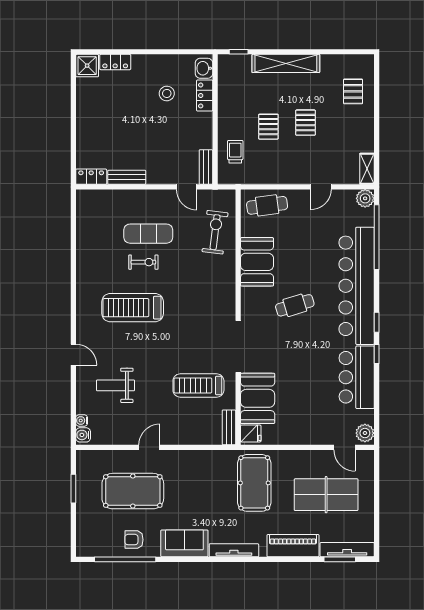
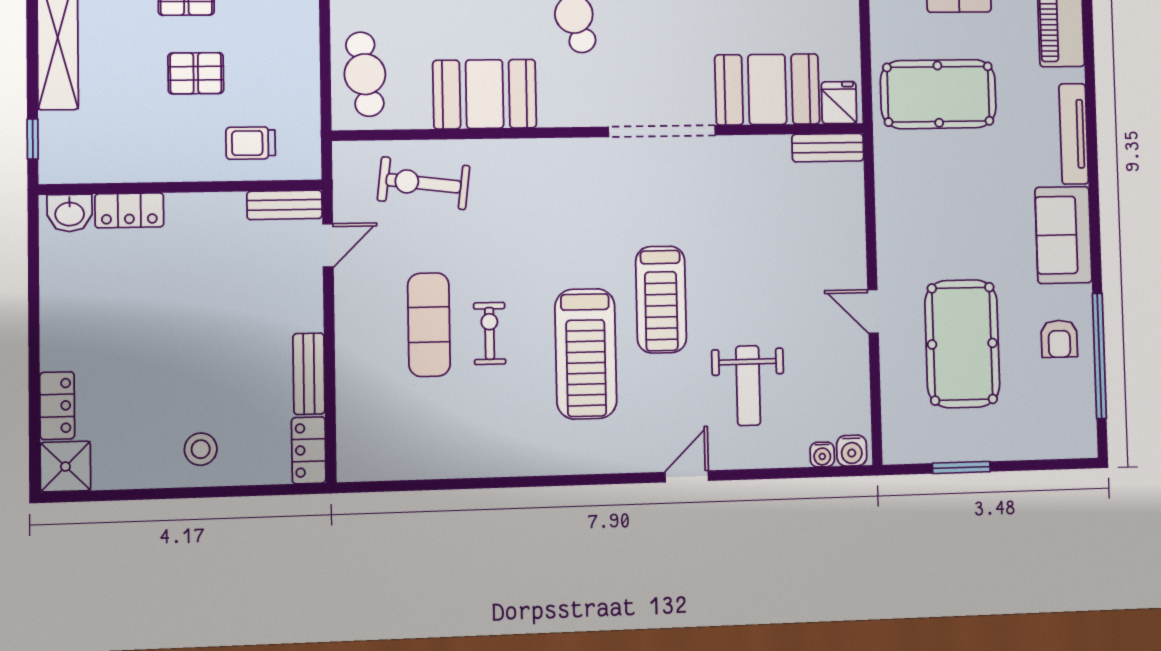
stool: (167, 93) -> (201, 449), moved
treadmill: (198, 385) -> (661, 300), moved

